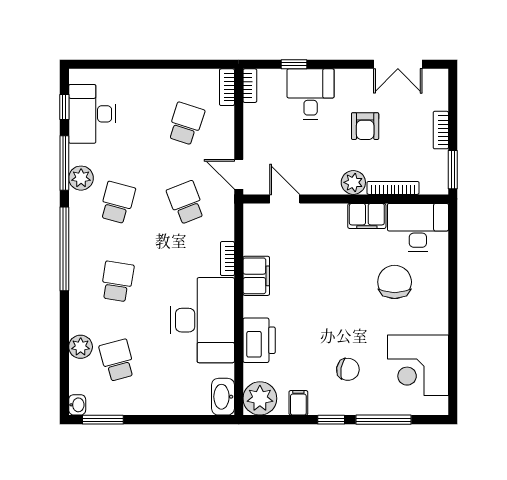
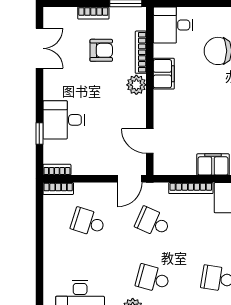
armchair: (365, 126) -> (101, 50), moved
door: (285, 199) -> (150, 141), hinge flipped
school desk: (186, 203) -> (153, 222), turned 45
desk: (418, 227) -> (173, 25), width x0.73
bookcase: (227, 259) -> (191, 188), width x1.56

